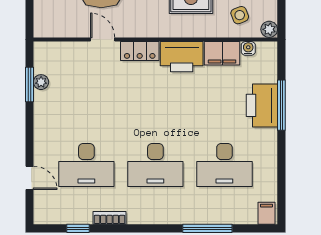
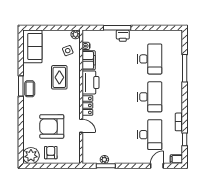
door: (103, 40) -> (81, 126), swing flipped
printer: (262, 105) -> (123, 36), width x0.53, depth x0.68
filing cabinet: (266, 213) -> (176, 159), moved

